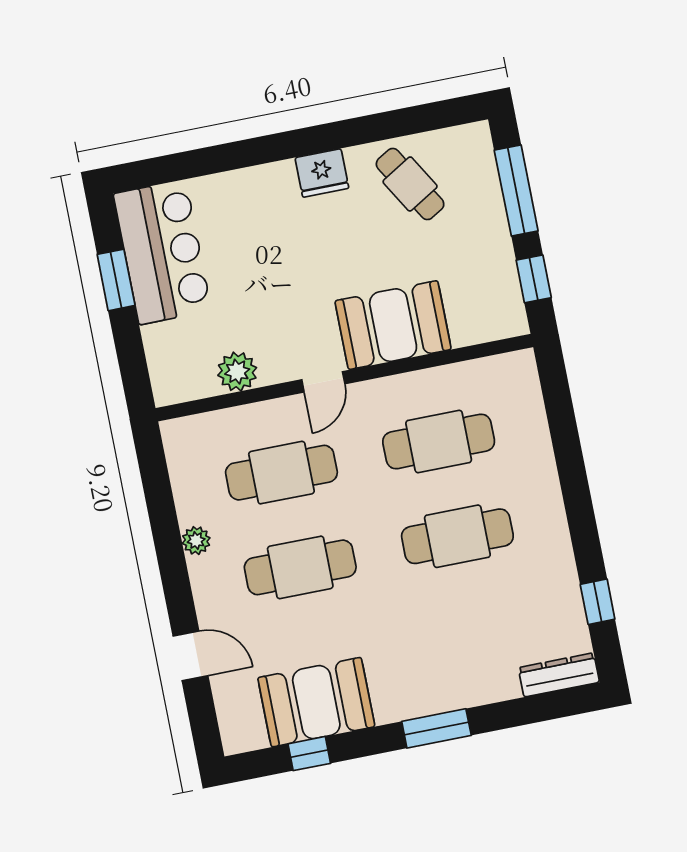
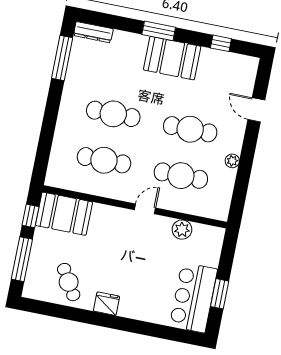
booth: (393, 325) -> (64, 214), moved
window: (598, 602) -> (62, 58), width x2.17
booth: (316, 702) -> (172, 58), moved

